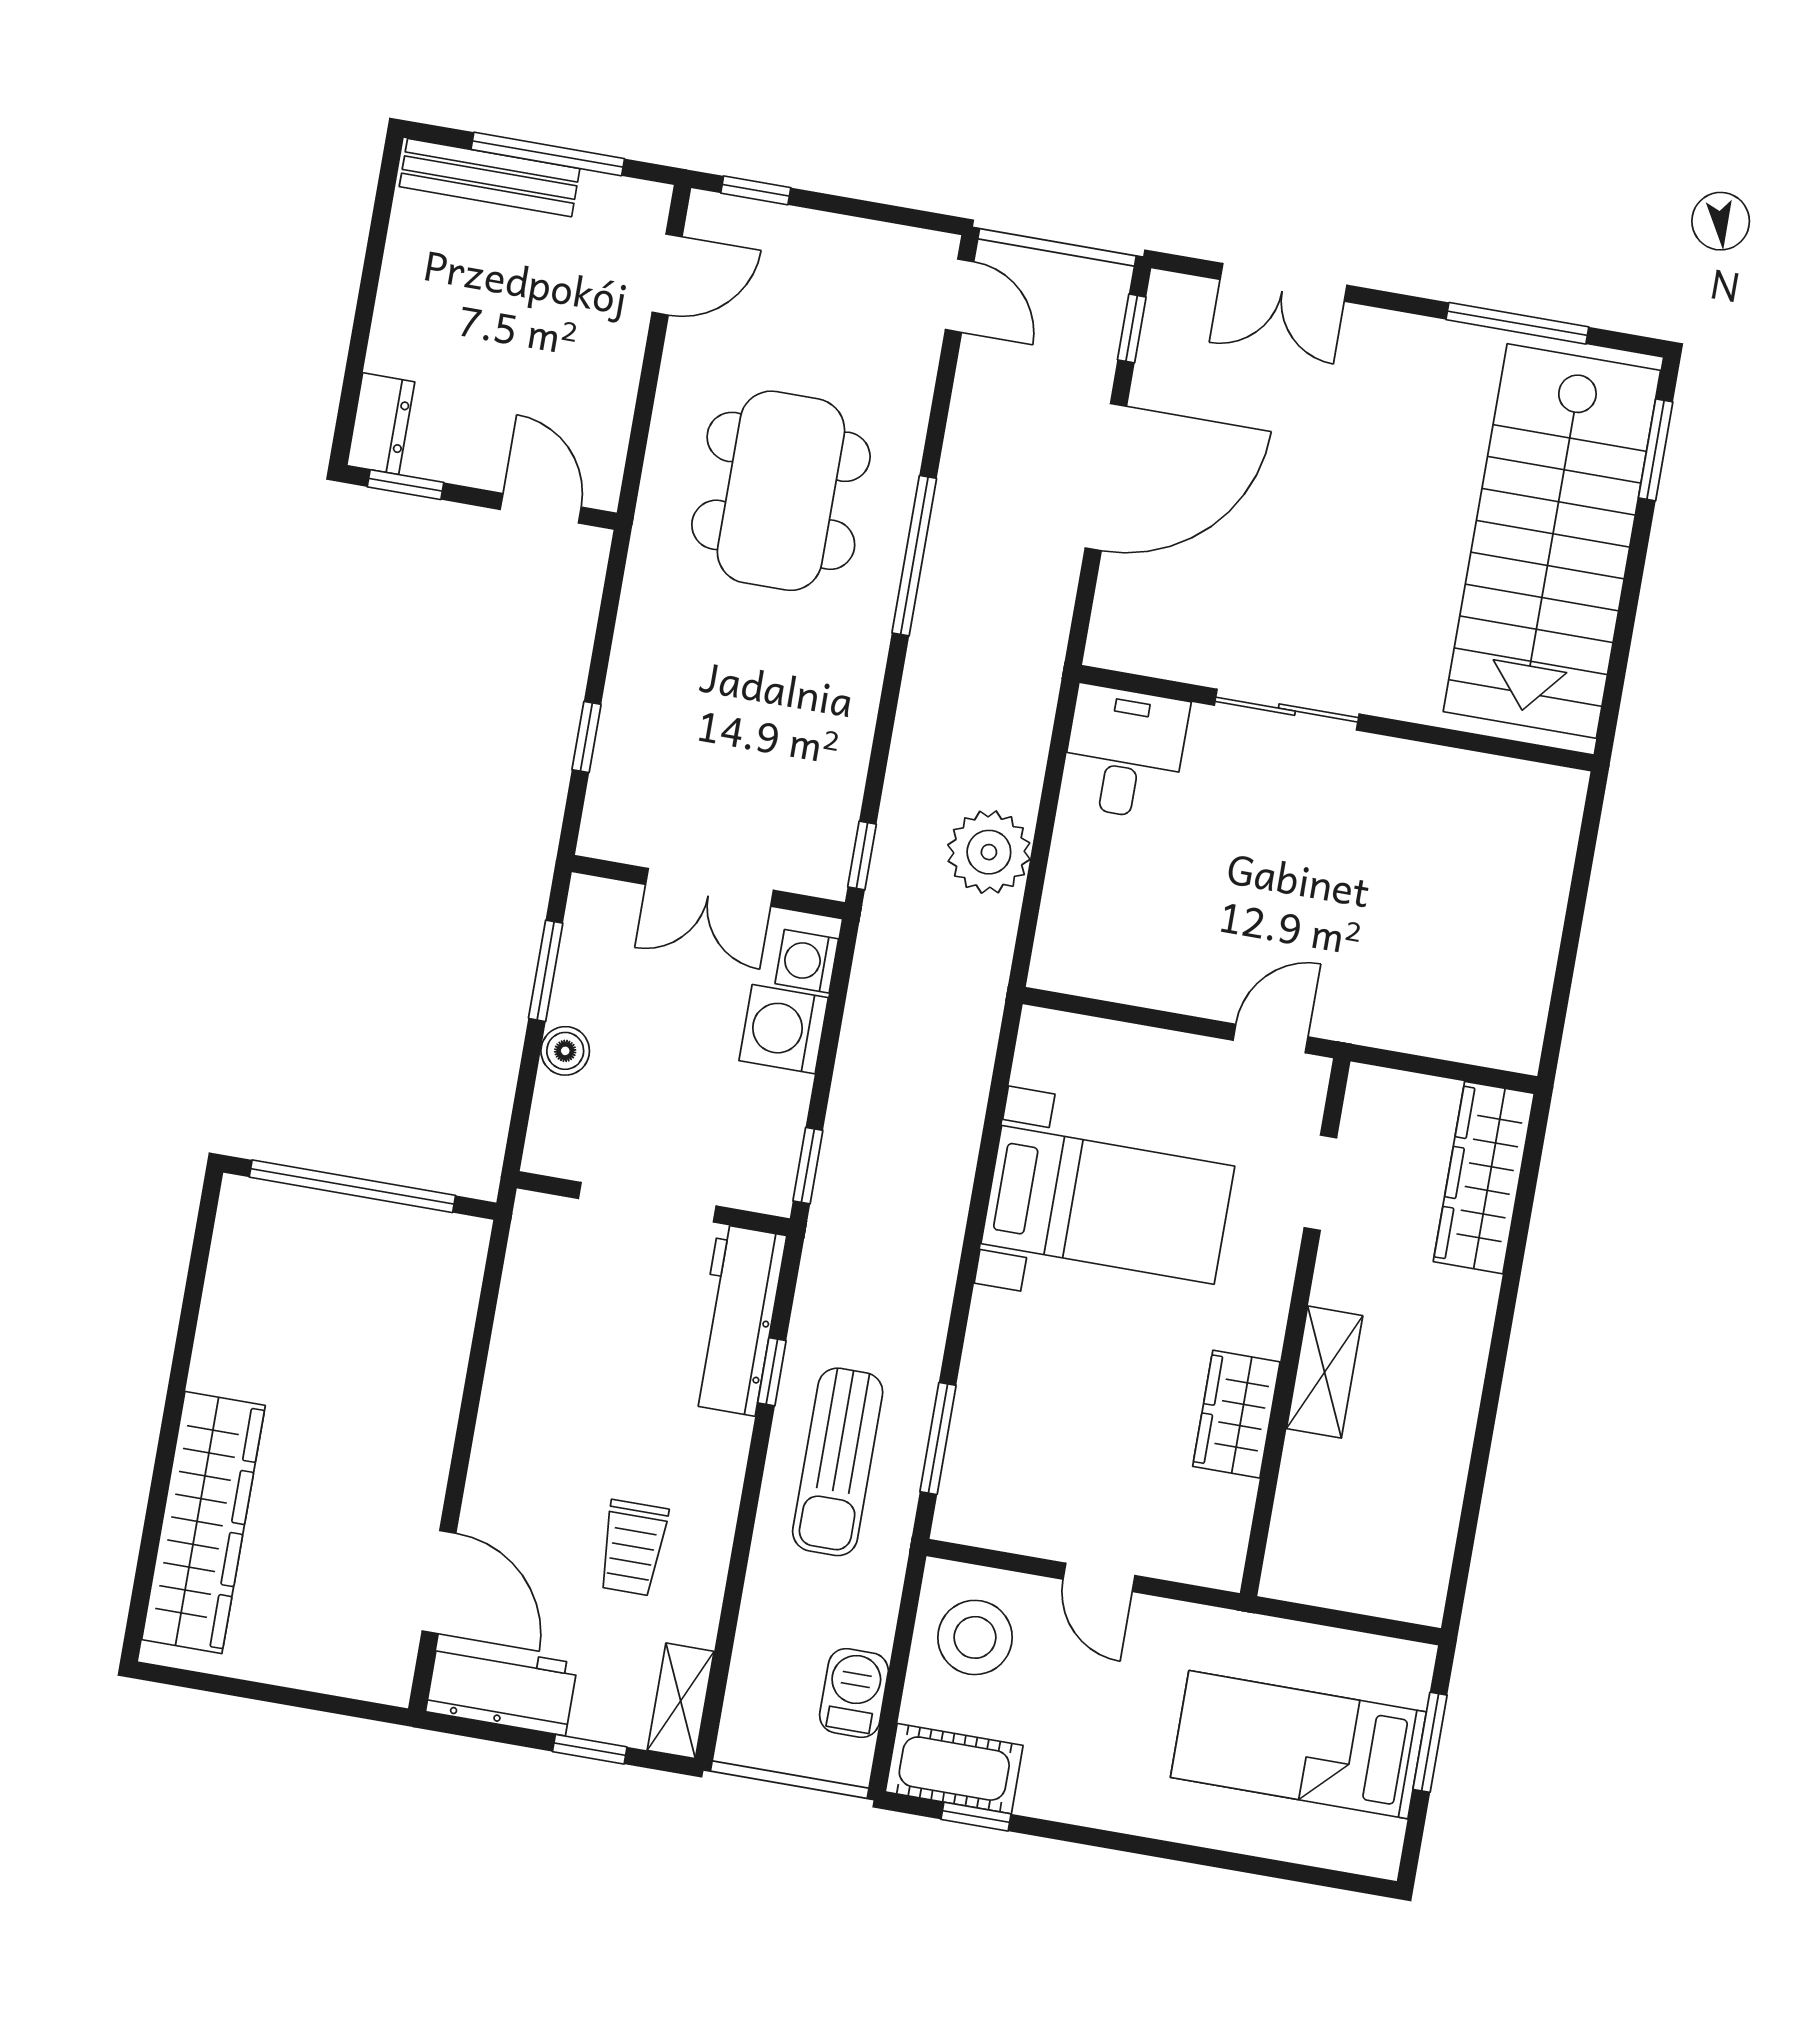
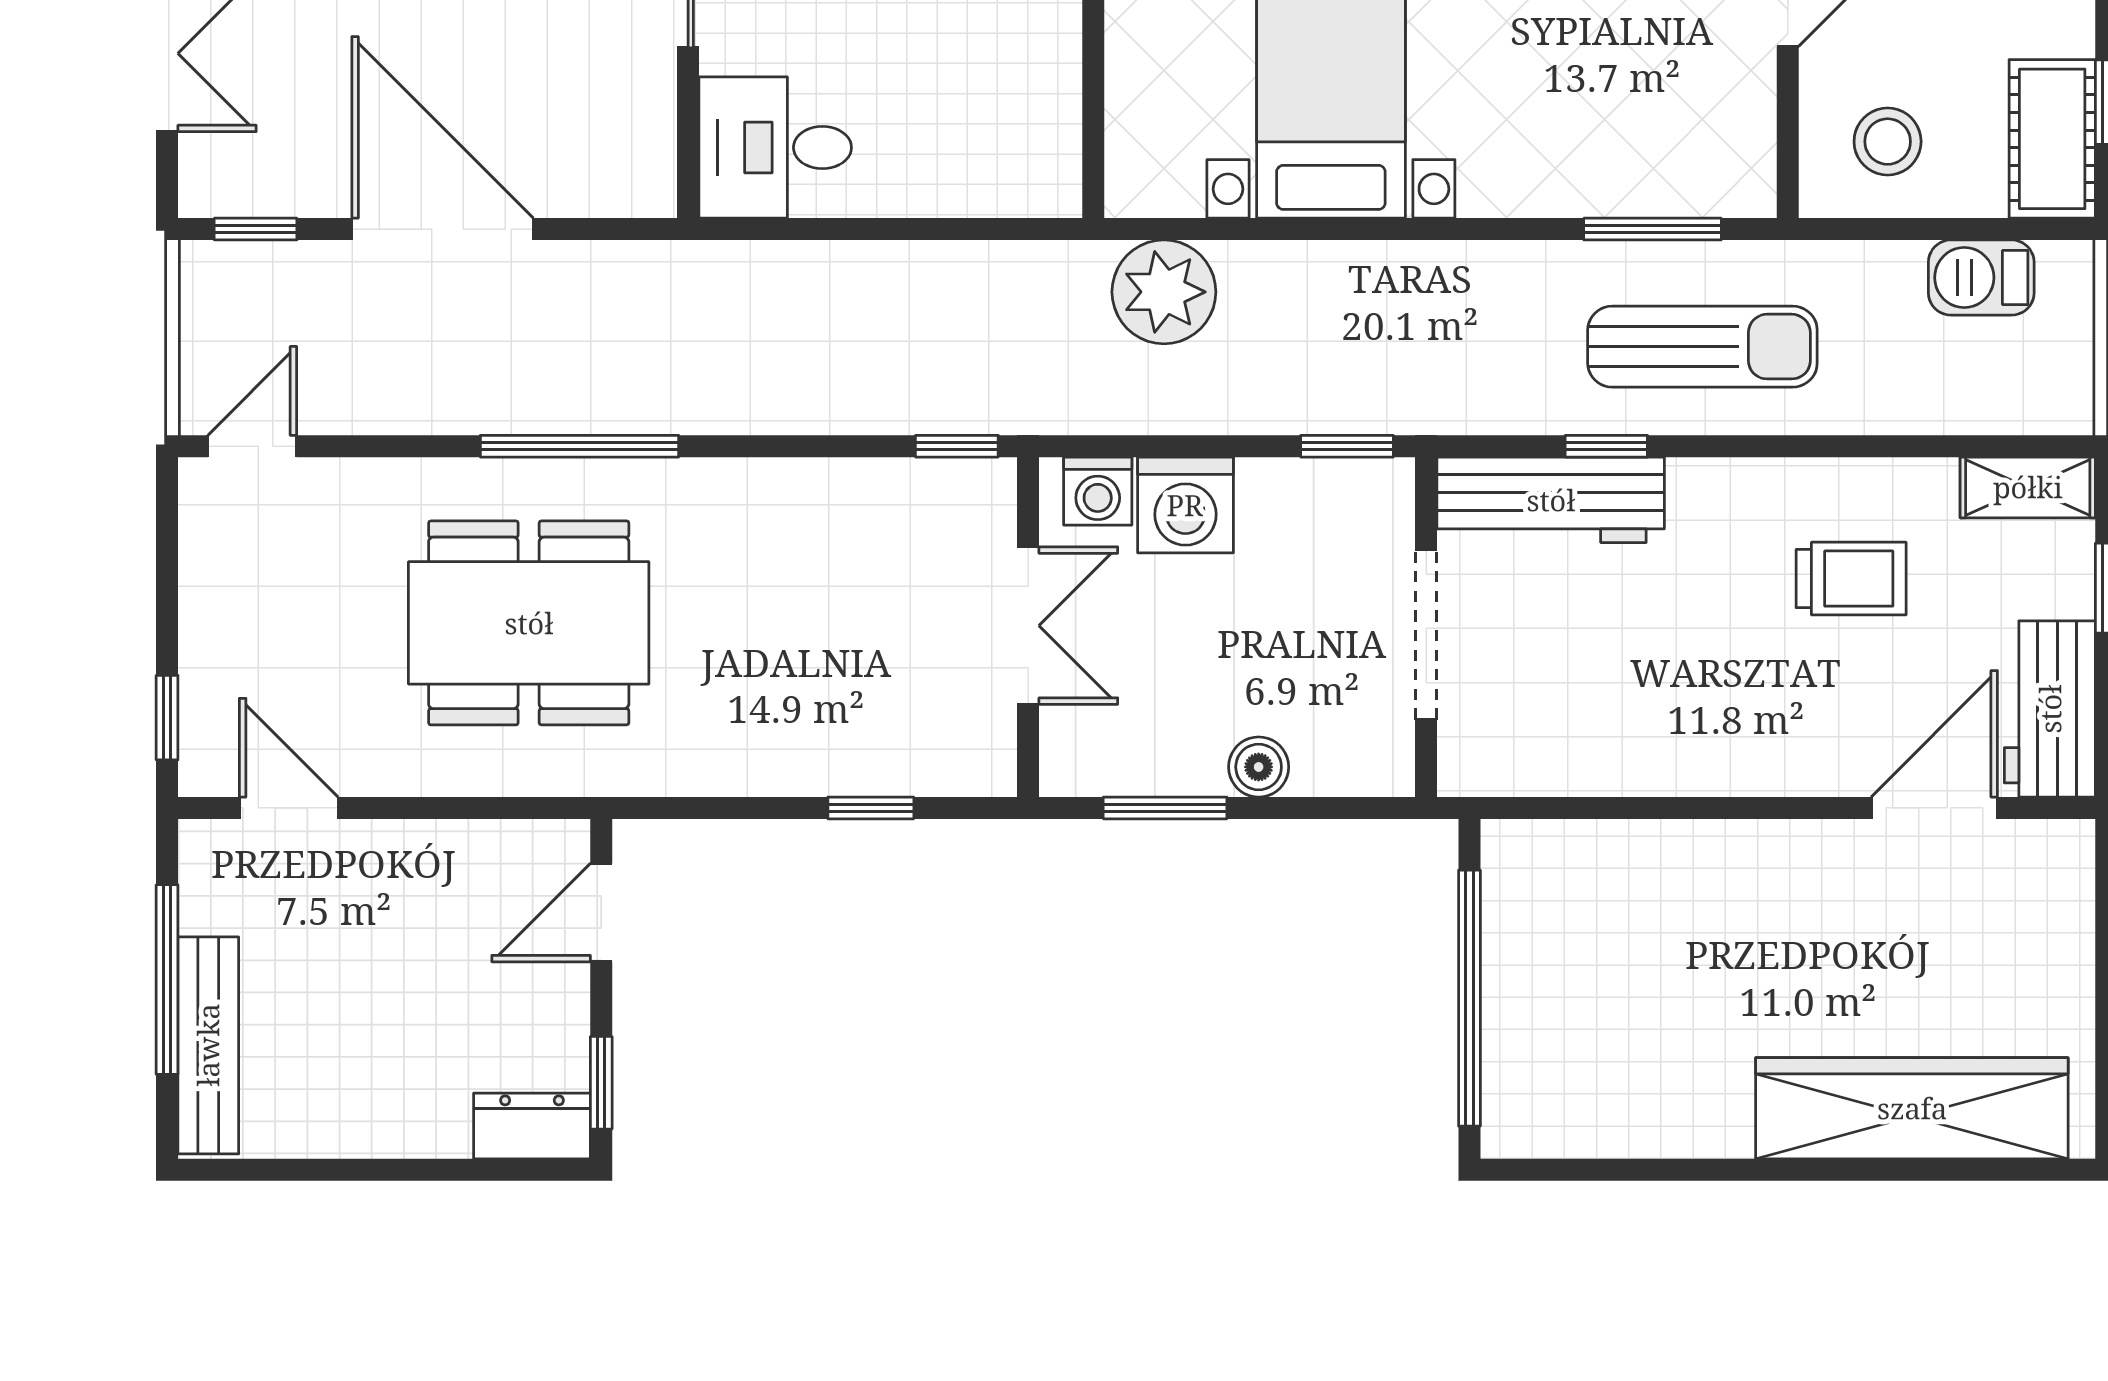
plant: (989, 852) -> (1164, 292), moved
stool: (975, 1637) -> (1888, 142), width x0.73, depth x0.73

